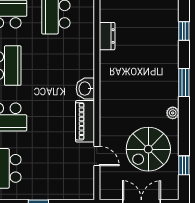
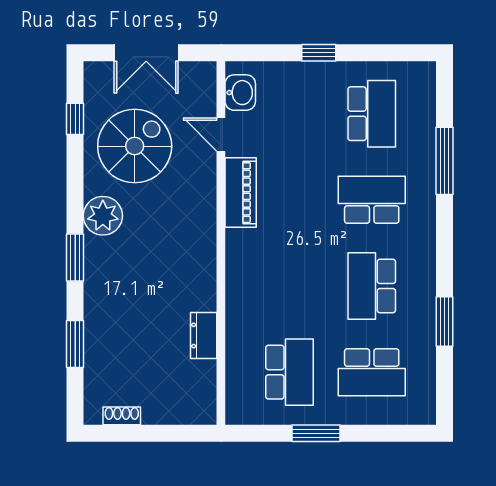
window: (184, 31) -> (75, 344), width x1.50
washbasin: (85, 89) -> (240, 93), moved
plant: (173, 113) -> (103, 216), width x1.88, depth x1.88

